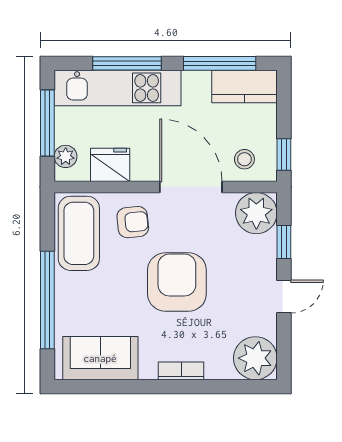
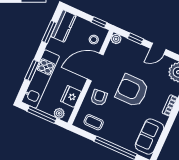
window: (127, 63) -> (32, 70), width x0.69
window: (220, 63) -> (49, 32), width x0.69
plant: (256, 213) -> (116, 39), width x0.53, depth x0.53
coffee table: (79, 233) -> (94, 122), width x0.54, depth x0.58
door: (284, 296) -> (158, 49), swing flipped

